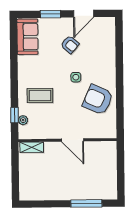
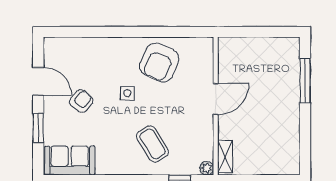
coffee table: (40, 95) -> (152, 144), turned -32
plant: (23, 120) -> (207, 168), moved

